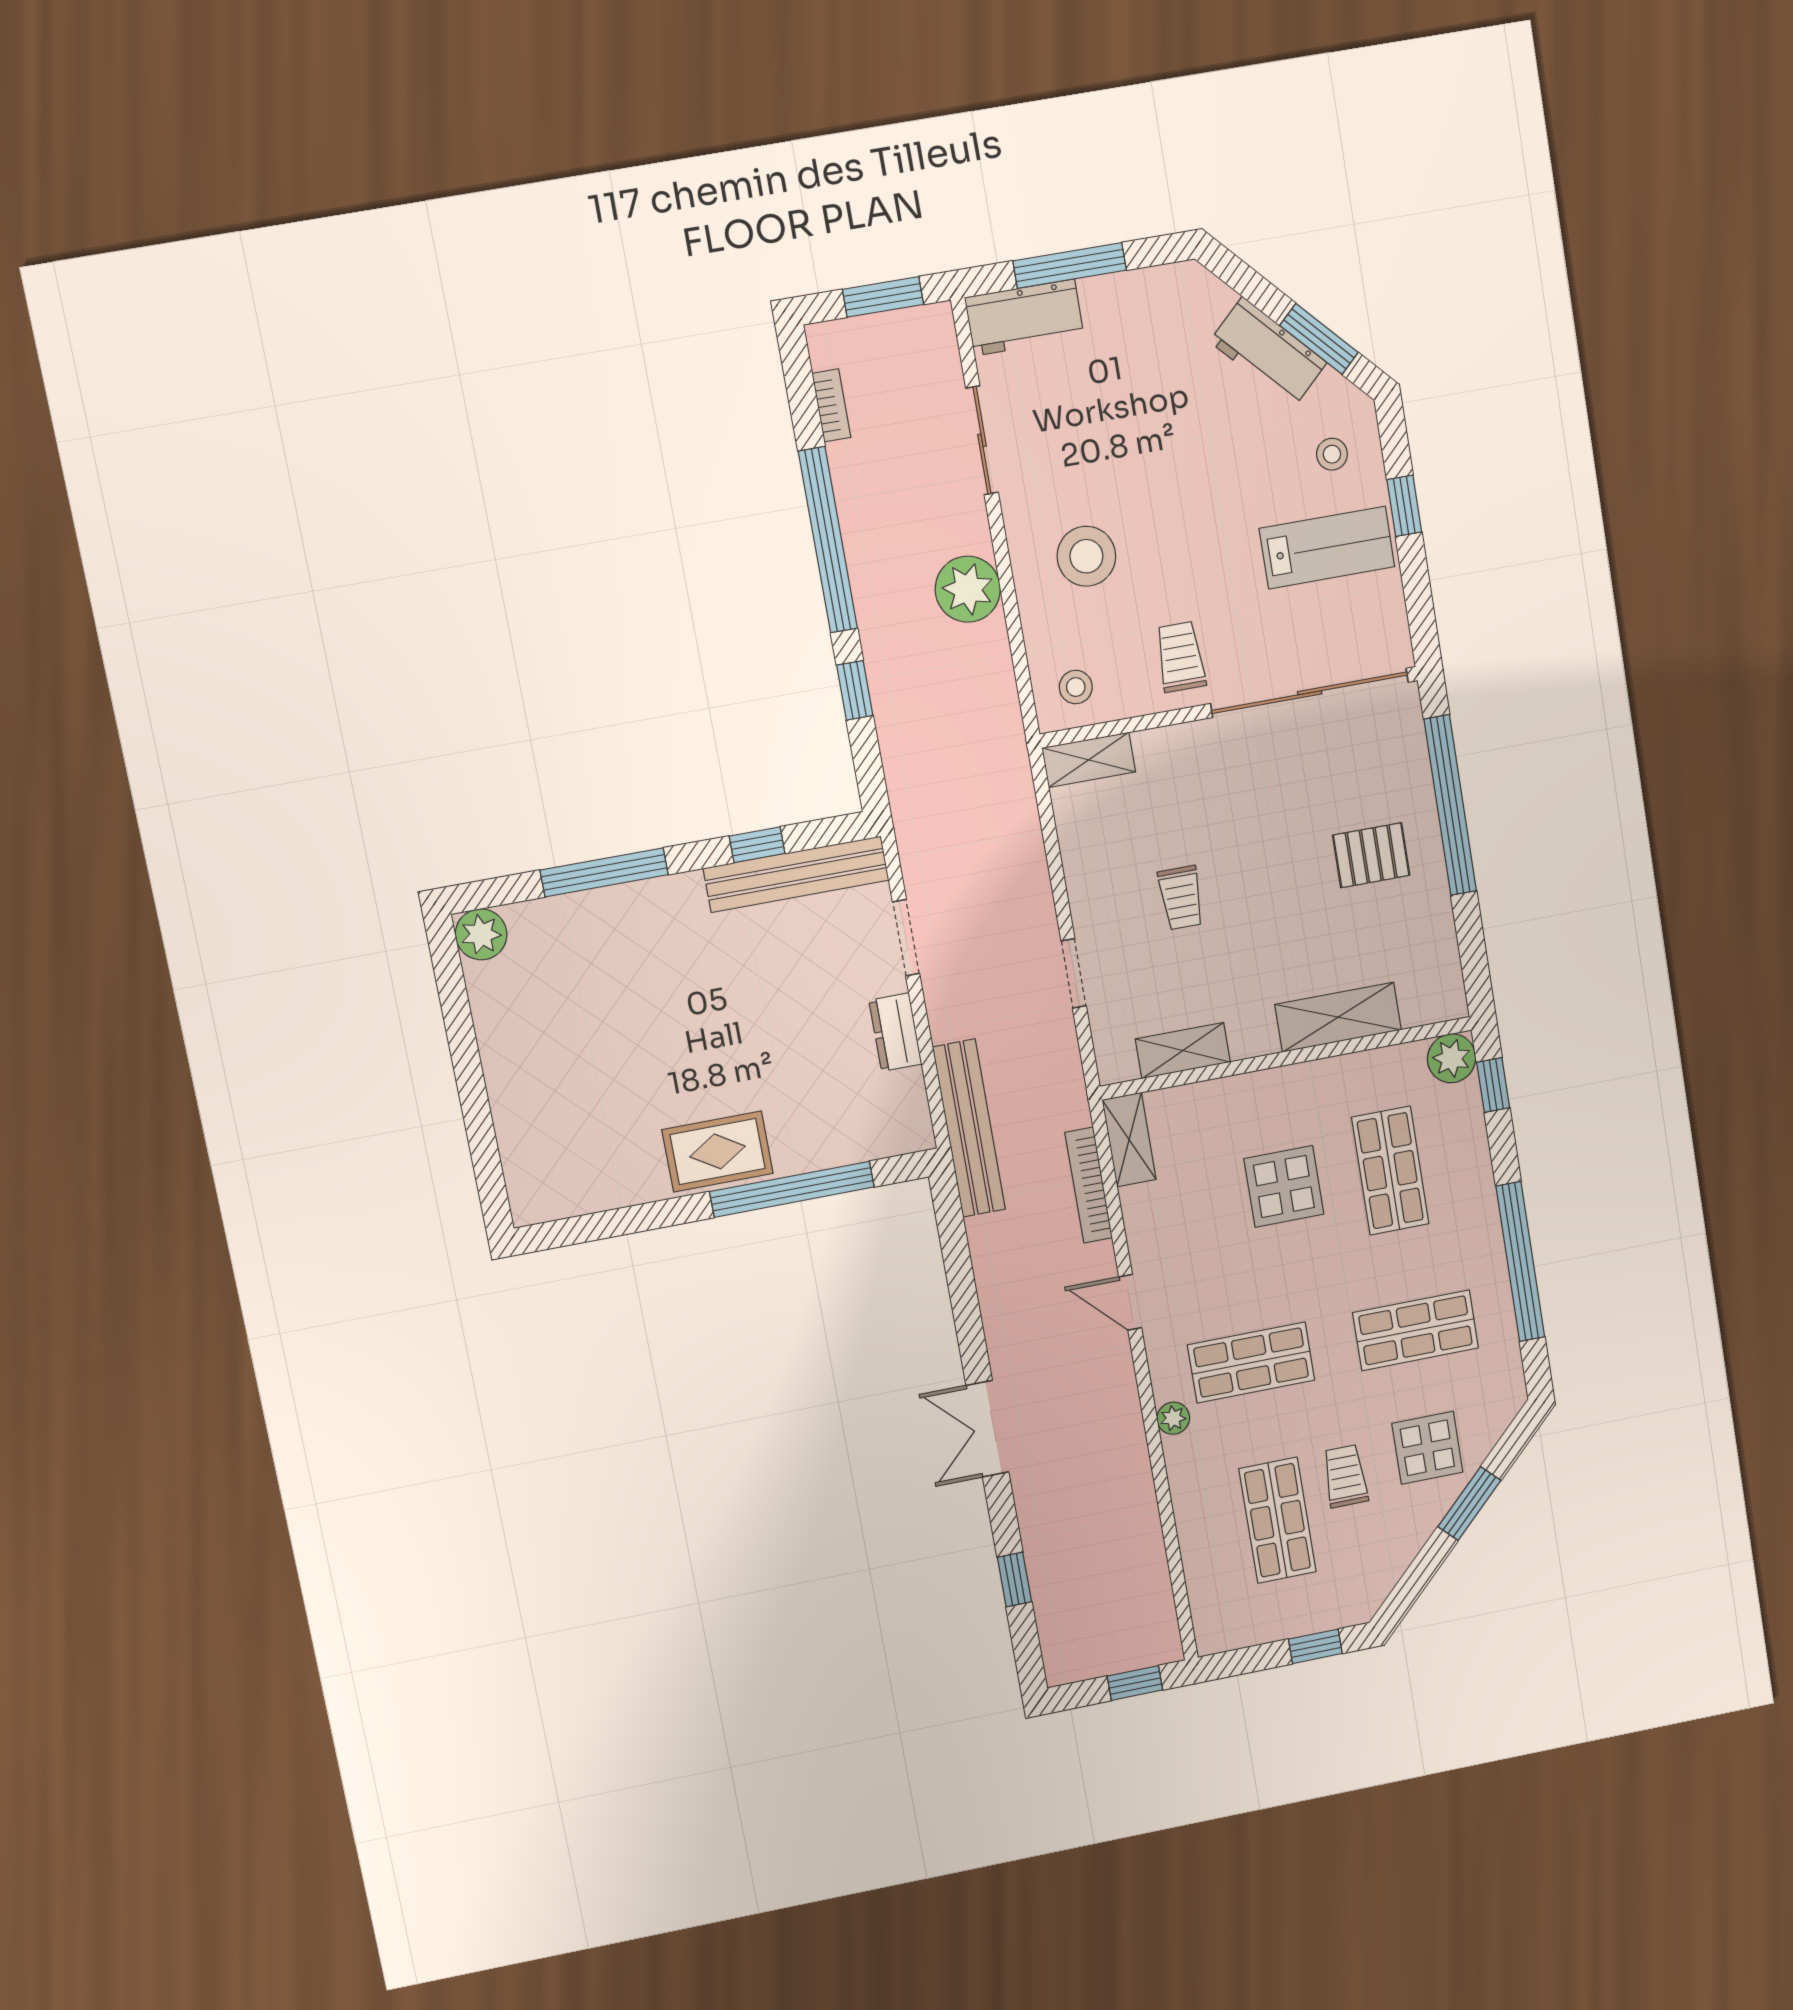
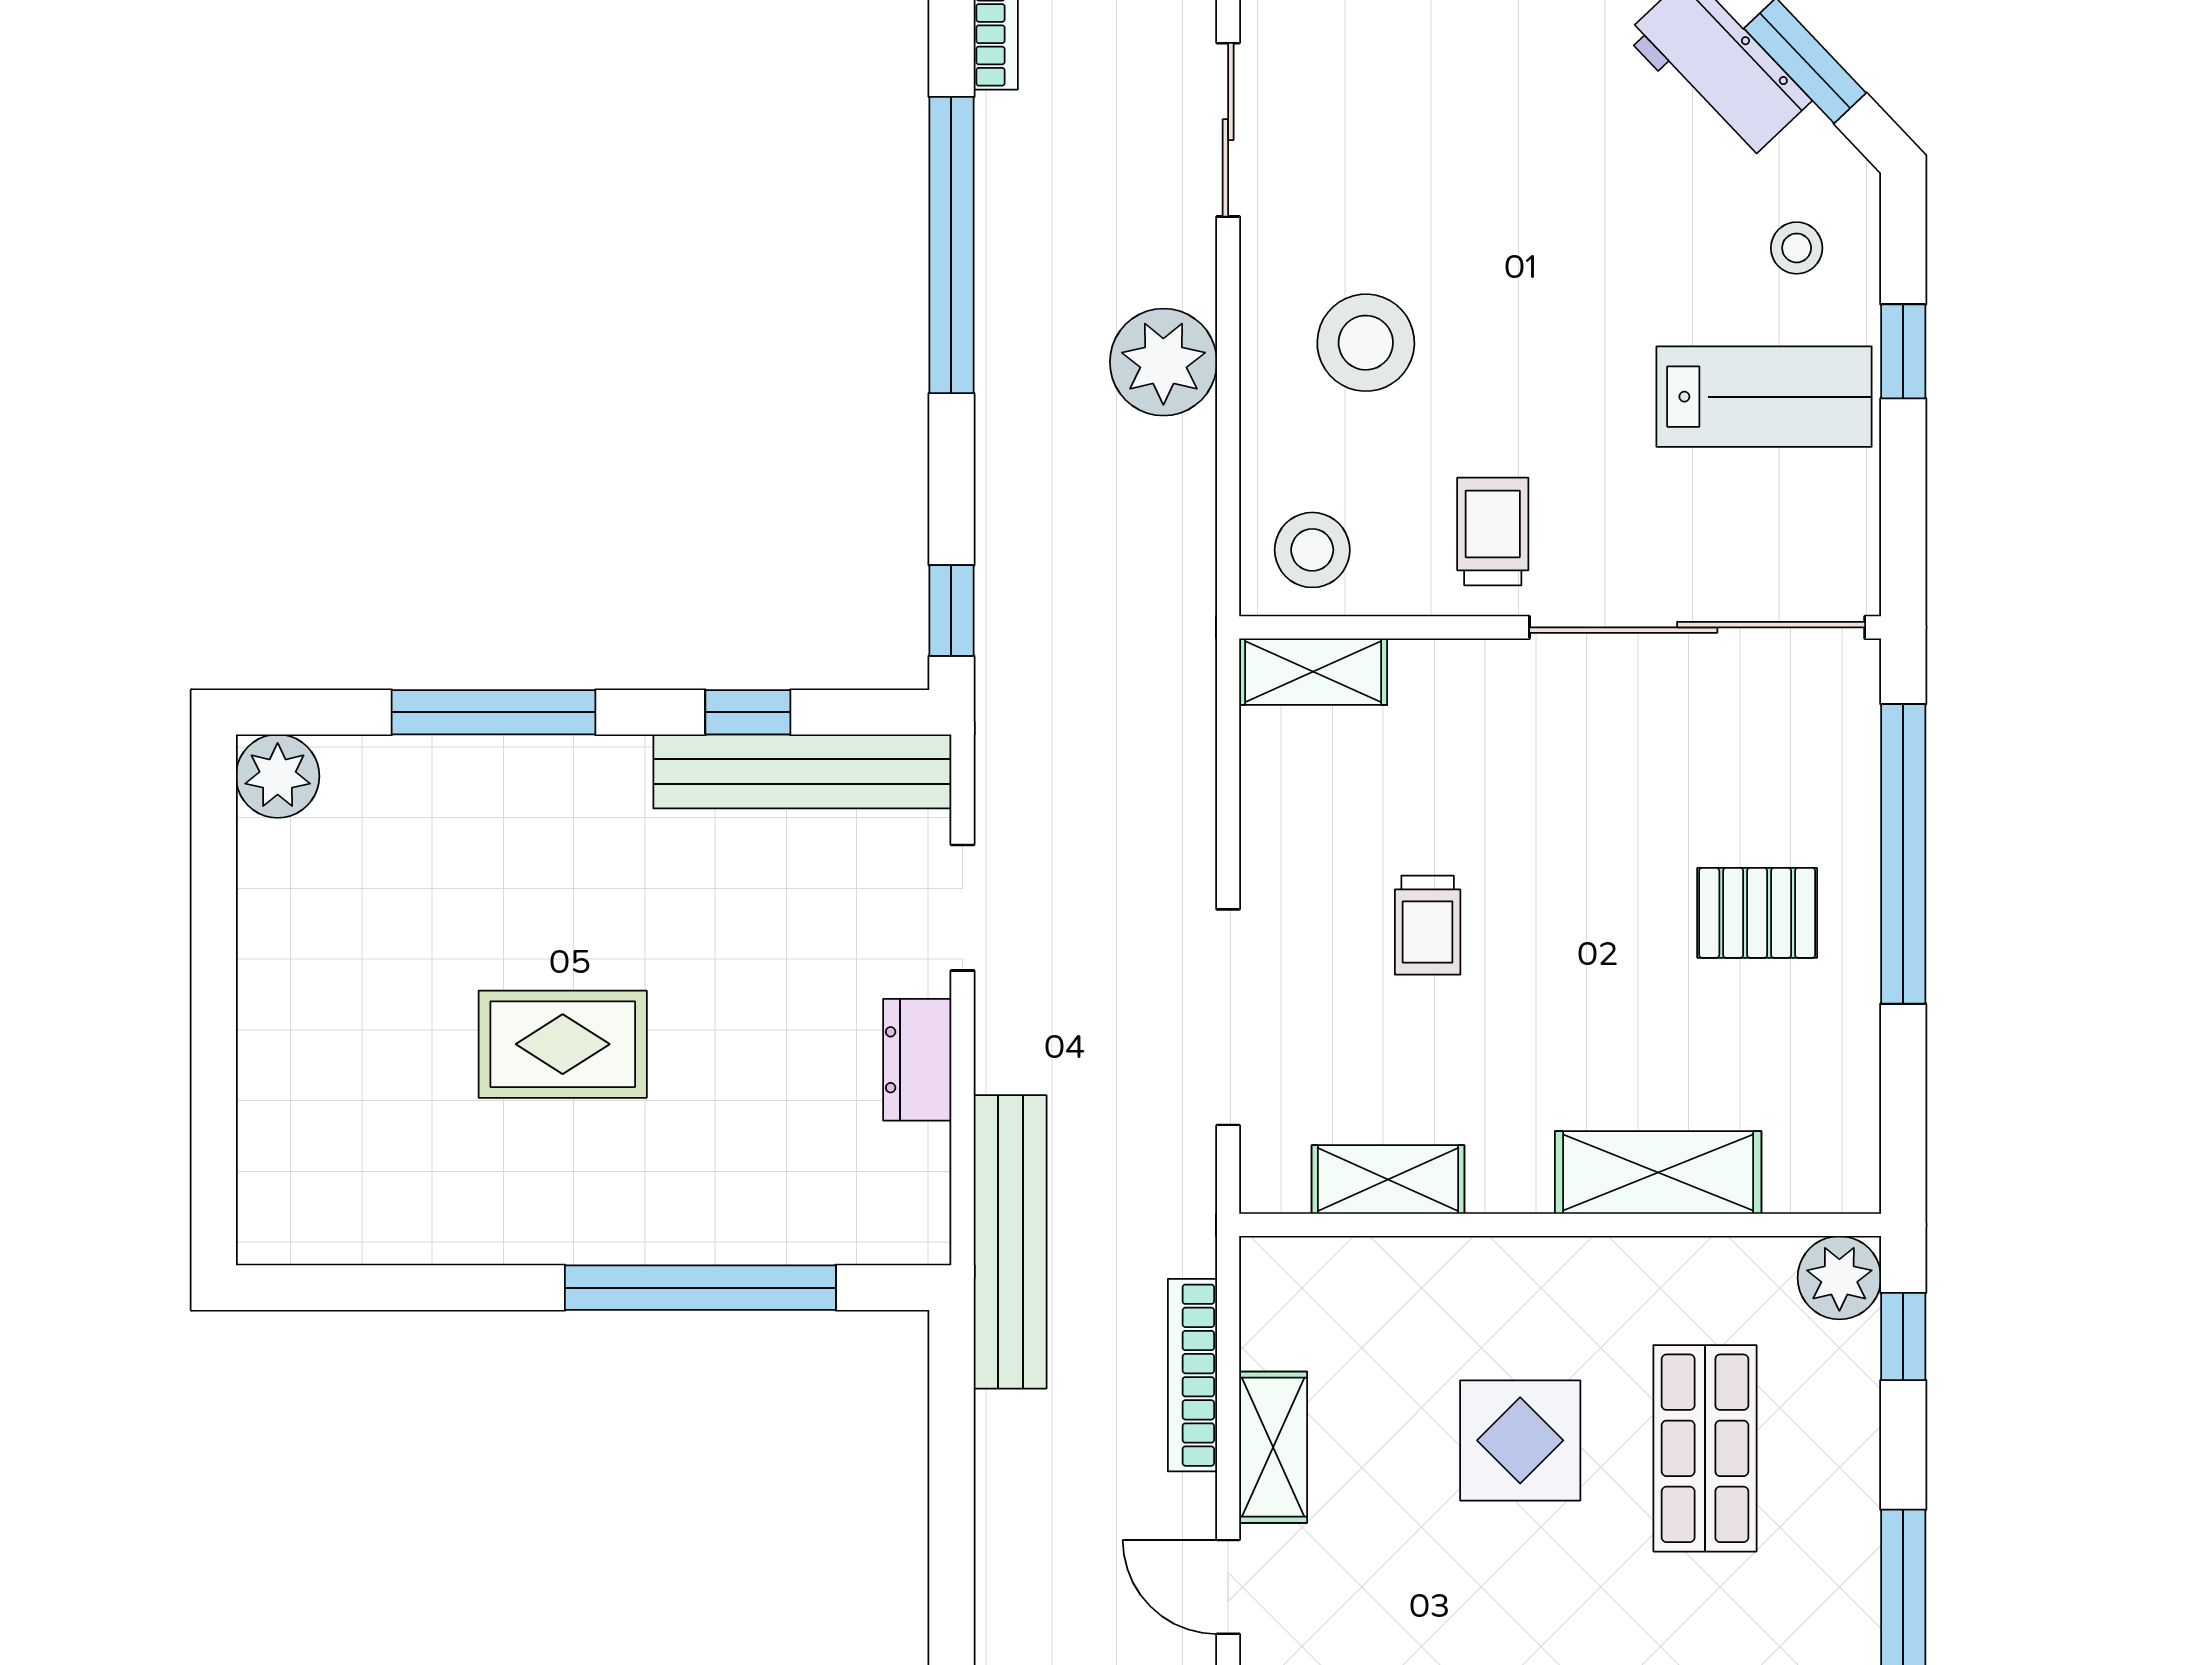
stool: (1076, 687) -> (1312, 550), width x1.37, depth x1.37
window: (855, 690) -> (951, 610), moved
doorway: (1074, 973) -> (1228, 1017), width x1.87
shelving: (1129, 1140) -> (1273, 1447), moved
rug: (718, 1151) -> (563, 1044), moved

